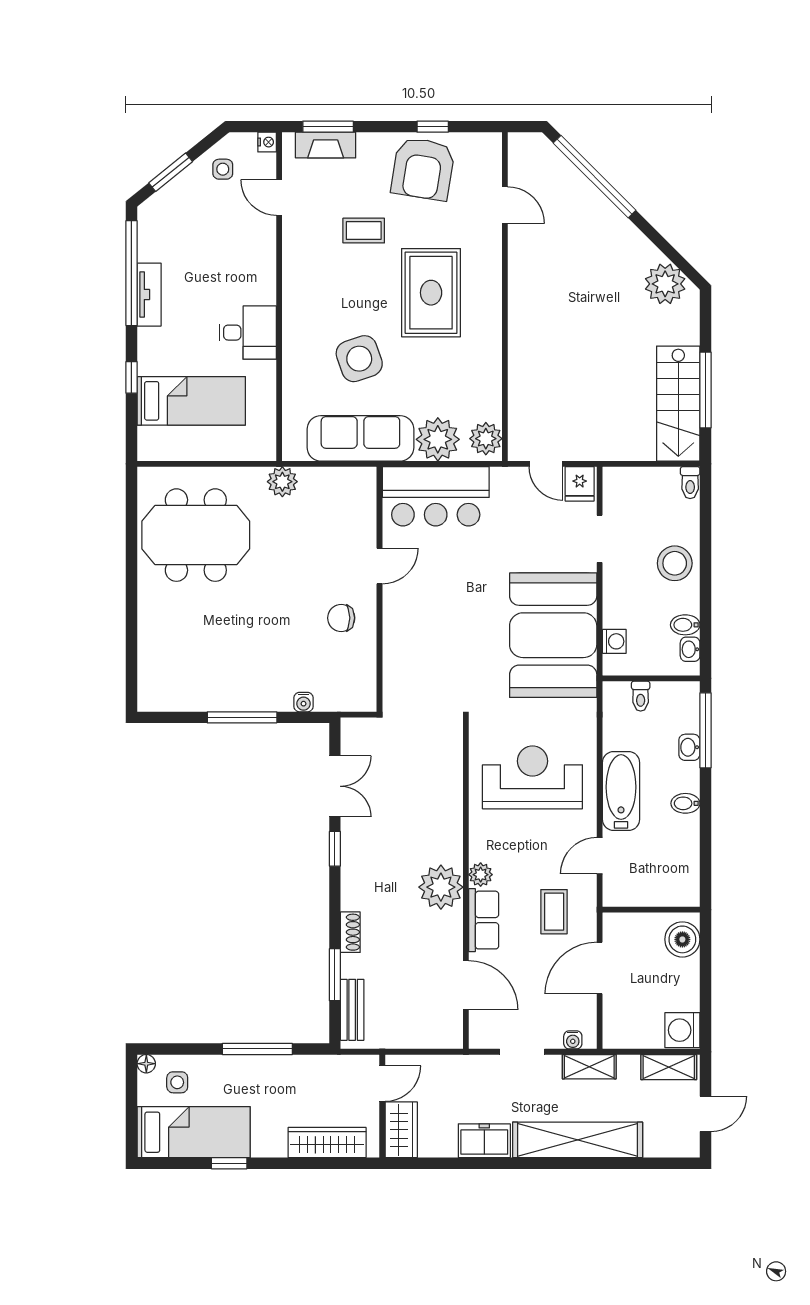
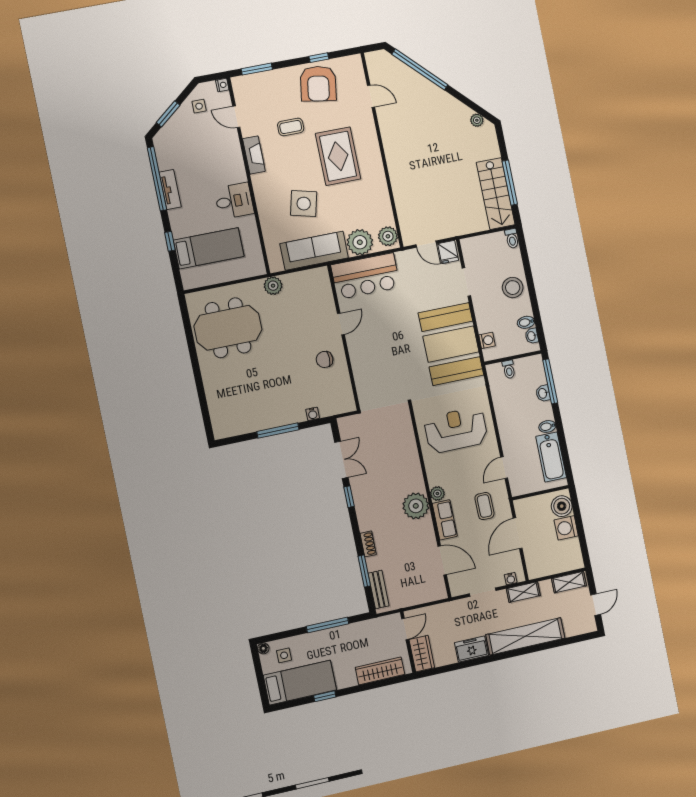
fireplace: (326, 145) -> (254, 155), moved, turned -90
plant: (665, 284) -> (477, 120), width x0.53, depth x0.53
side table: (359, 359) -> (304, 204), turned 33
bathtub: (621, 791) -> (551, 457), moved, turned 180
washing machine: (682, 1030) -> (566, 528), moved

